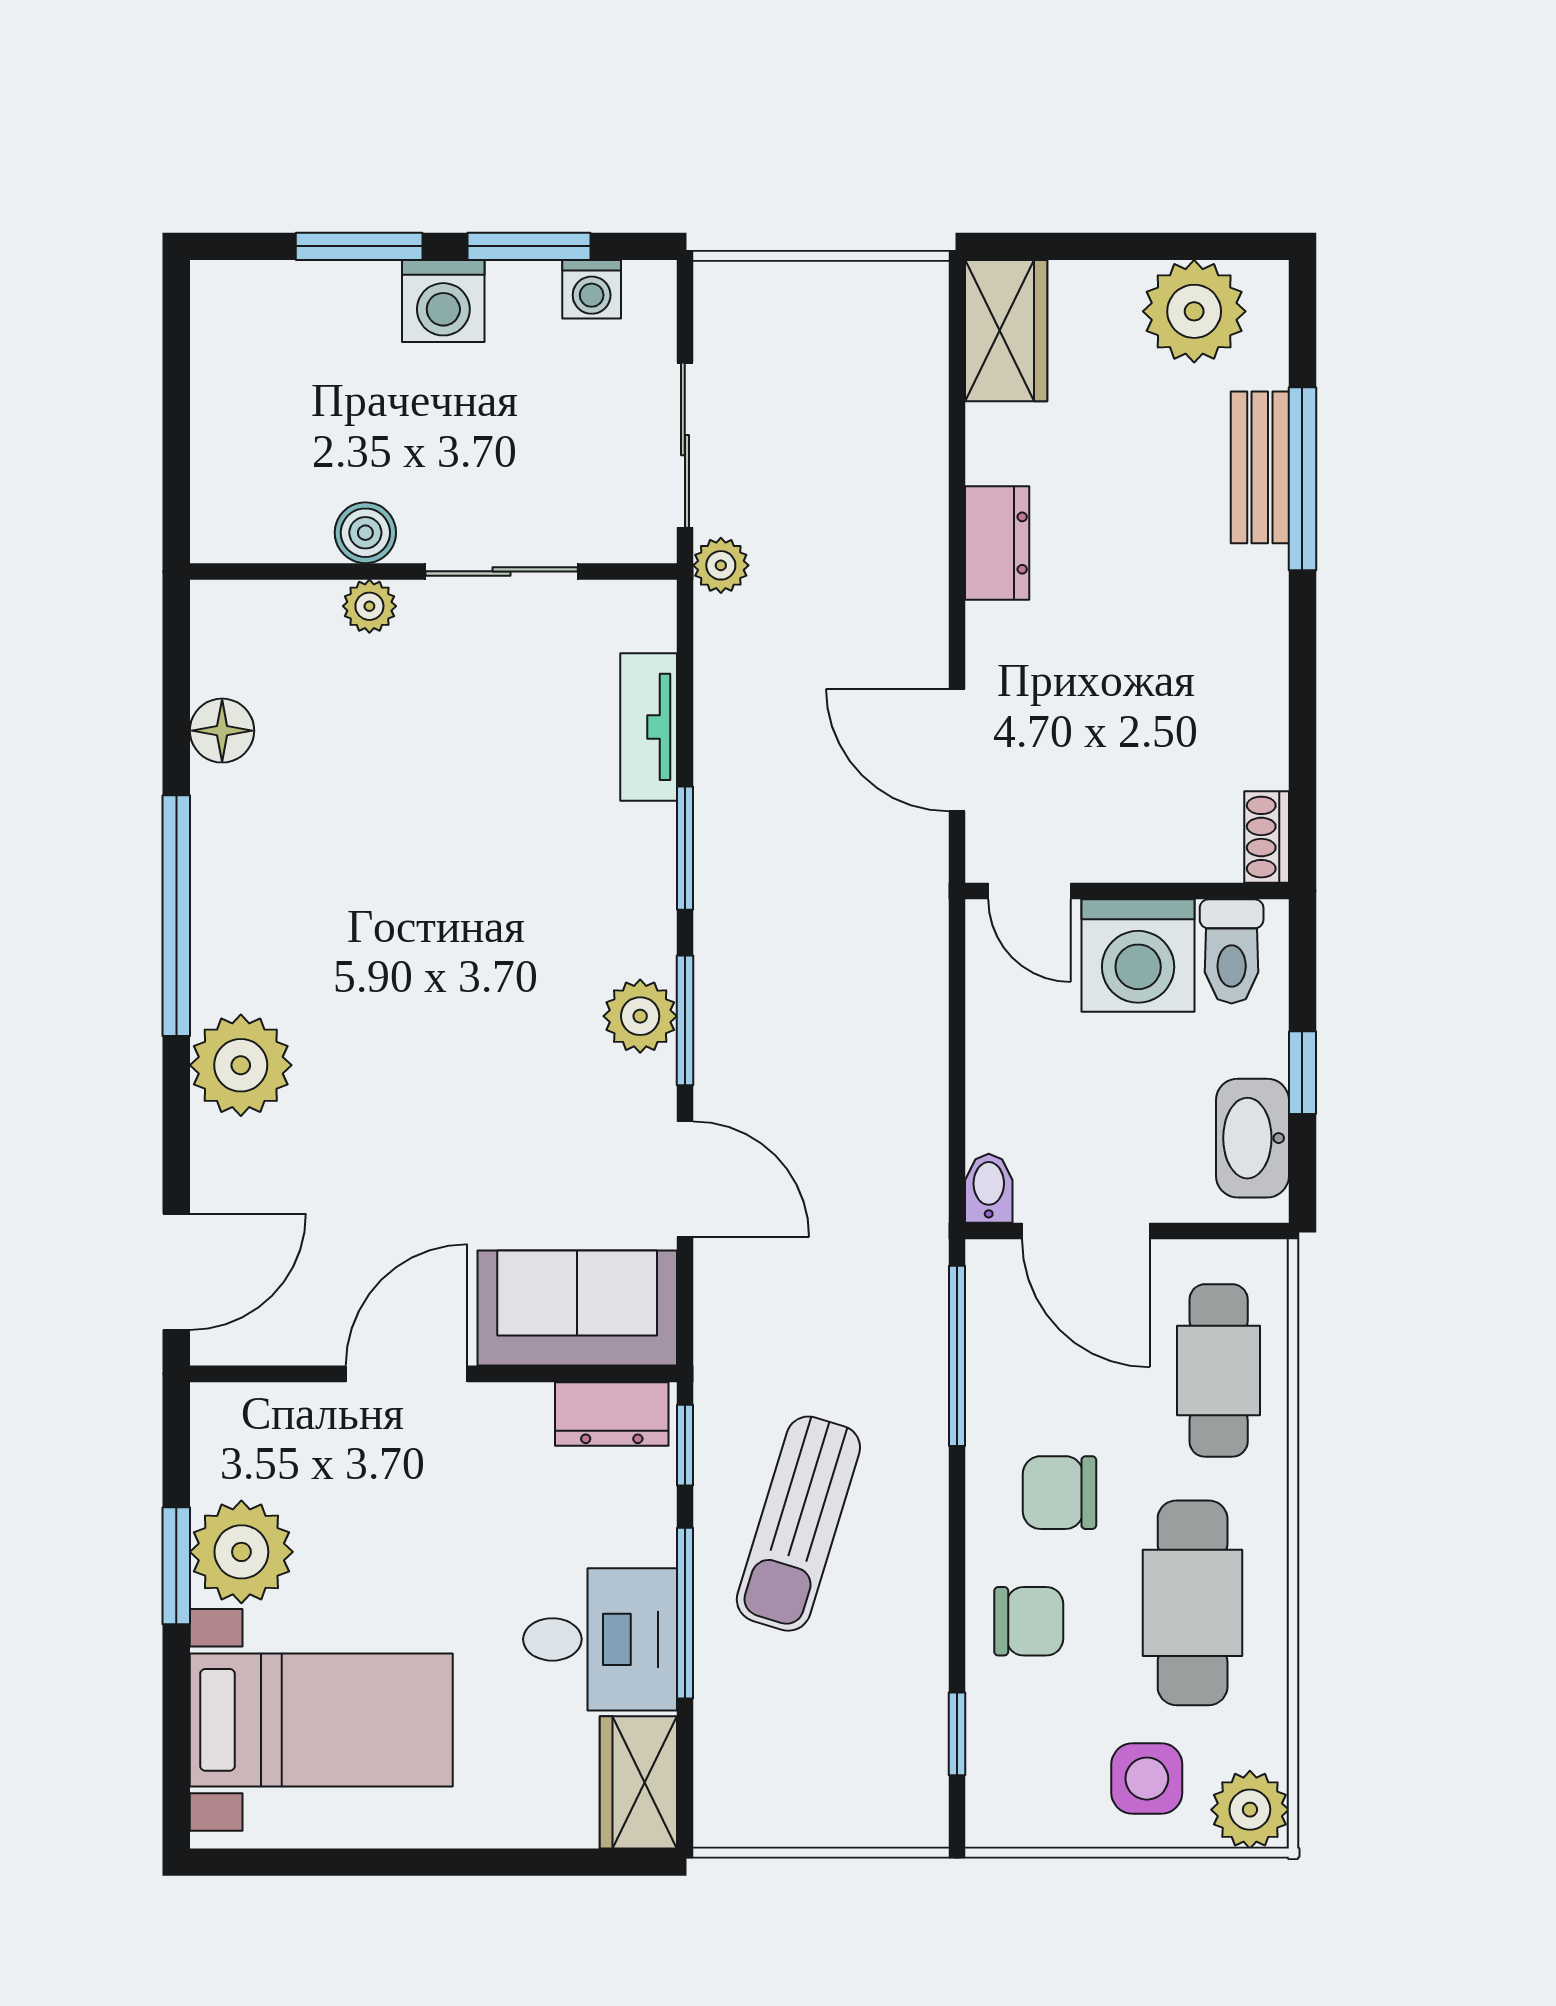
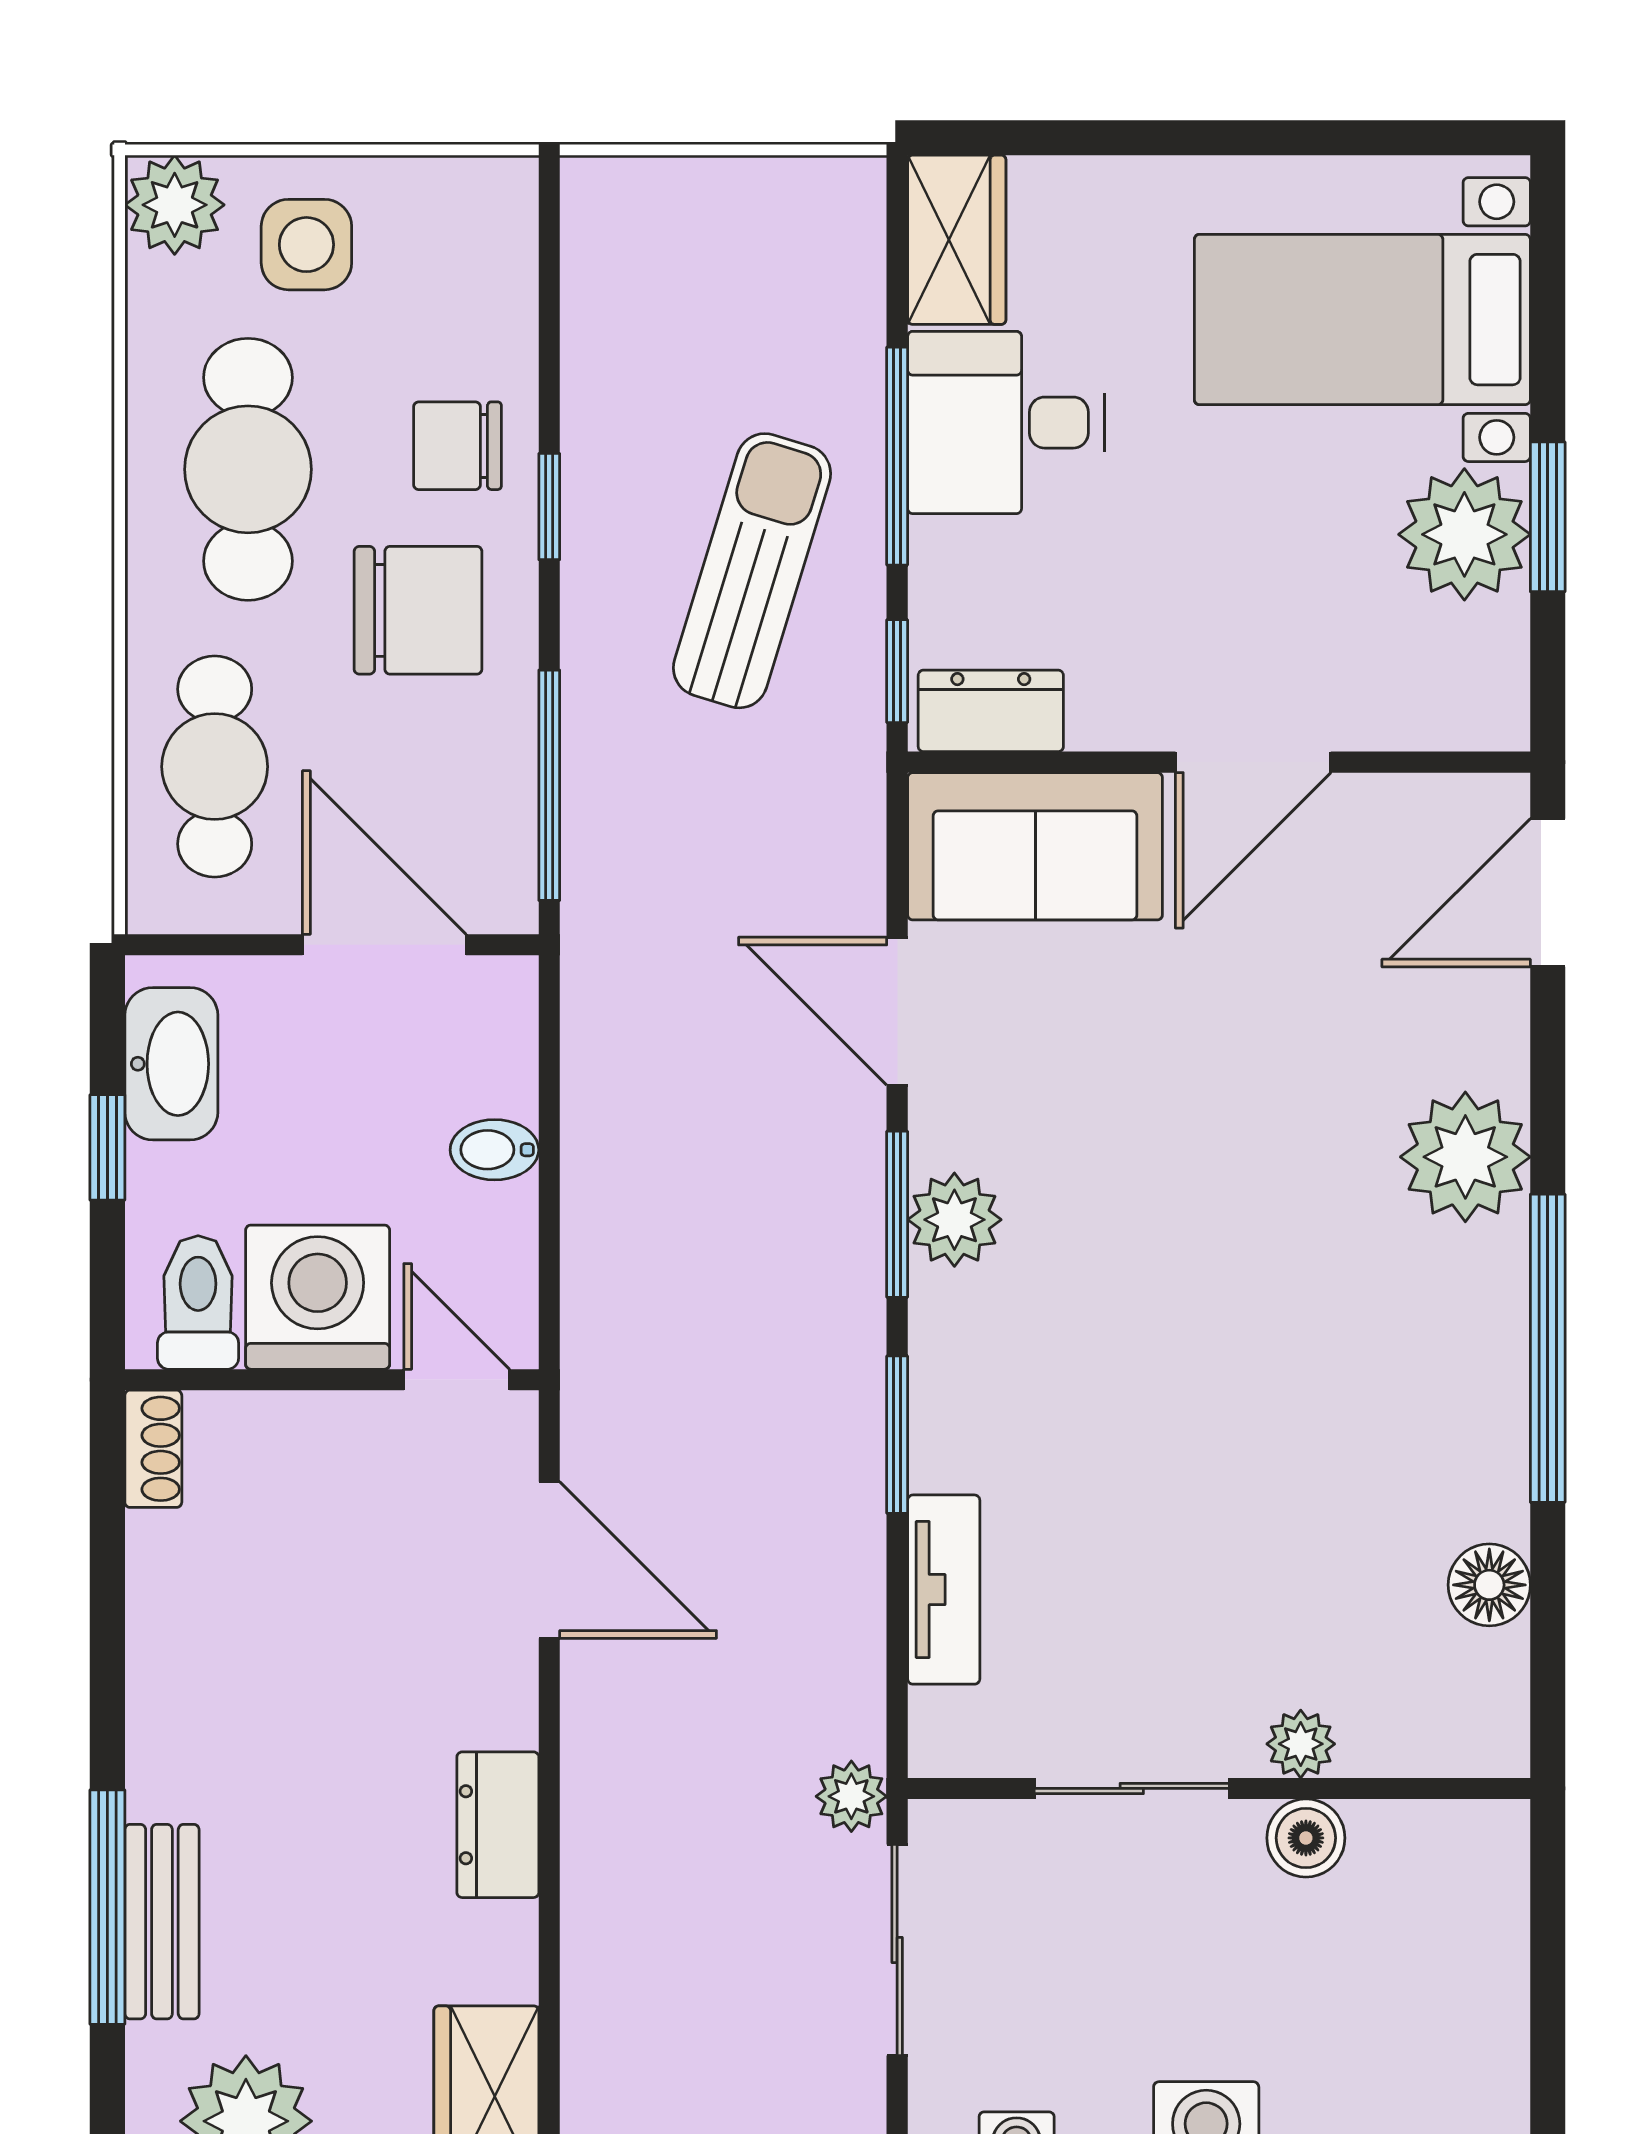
bidet: (989, 1188) -> (494, 1150), moved, turned 90
chair: (1060, 1493) -> (418, 610), width x1.37, depth x1.37
window: (957, 1734) -> (549, 507), moved

